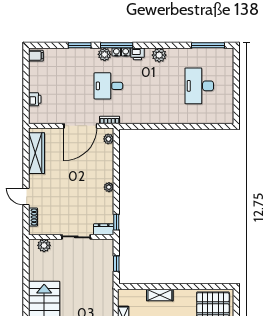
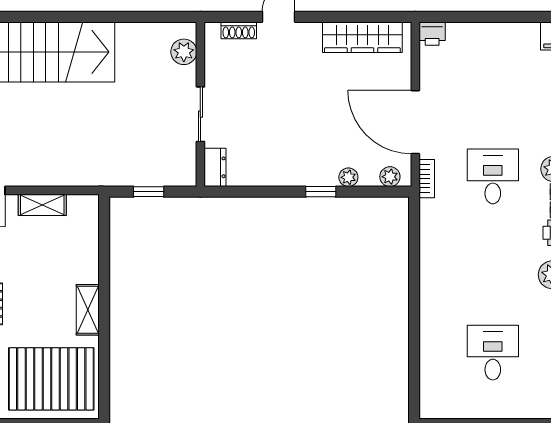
desk: (199, 86) -> (493, 353), width x0.73
printer: (35, 99) -> (432, 34), moved
plant: (109, 187) -> (348, 177), moved
window: (116, 222) -> (321, 192), moved
shelving: (160, 295) -> (88, 310), moved

